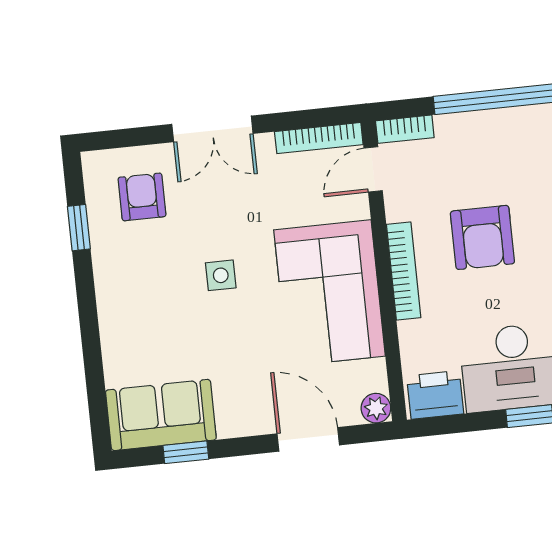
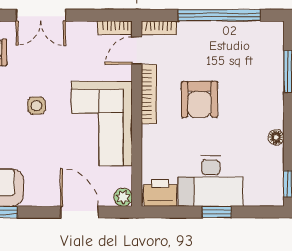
bookcase: (319, 138) -> (115, 28), width x0.64
bookcase: (404, 271) -> (149, 94), moved

